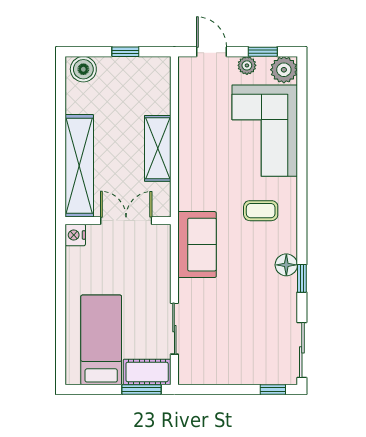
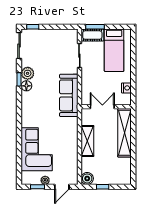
door: (212, 52) -> (62, 187), hinge flipped
boiler: (83, 69) -> (87, 178), moved
plant: (284, 70) -> (28, 73), moved
coffee table: (261, 211) -> (39, 111), removed
double door: (126, 221) -> (102, 107), swing flipped
nightstand: (75, 235) -> (126, 88), moved
sofa: (197, 245) -> (69, 95), width x1.36

